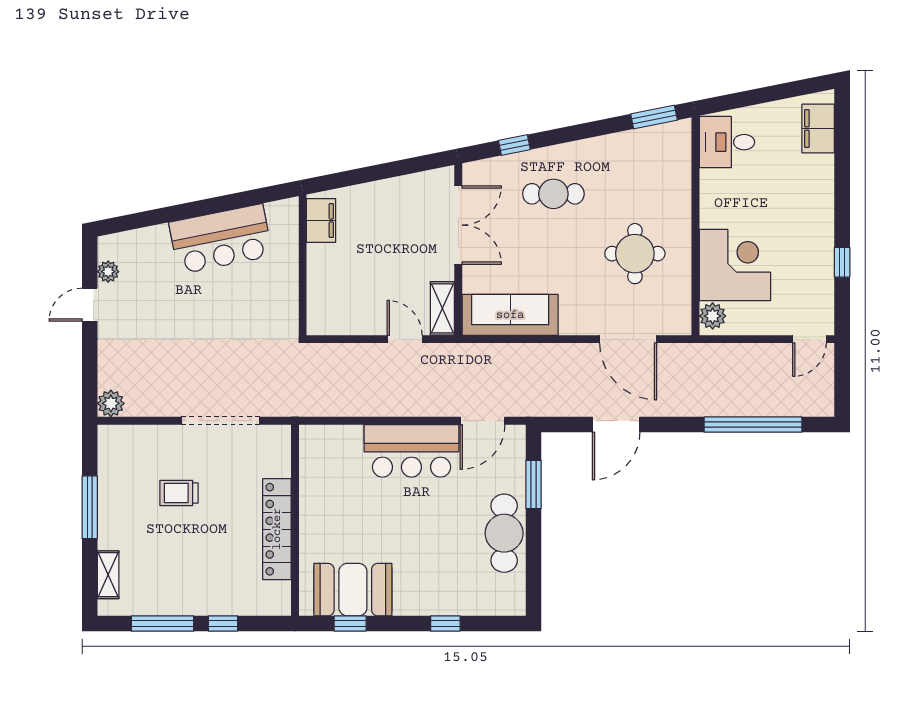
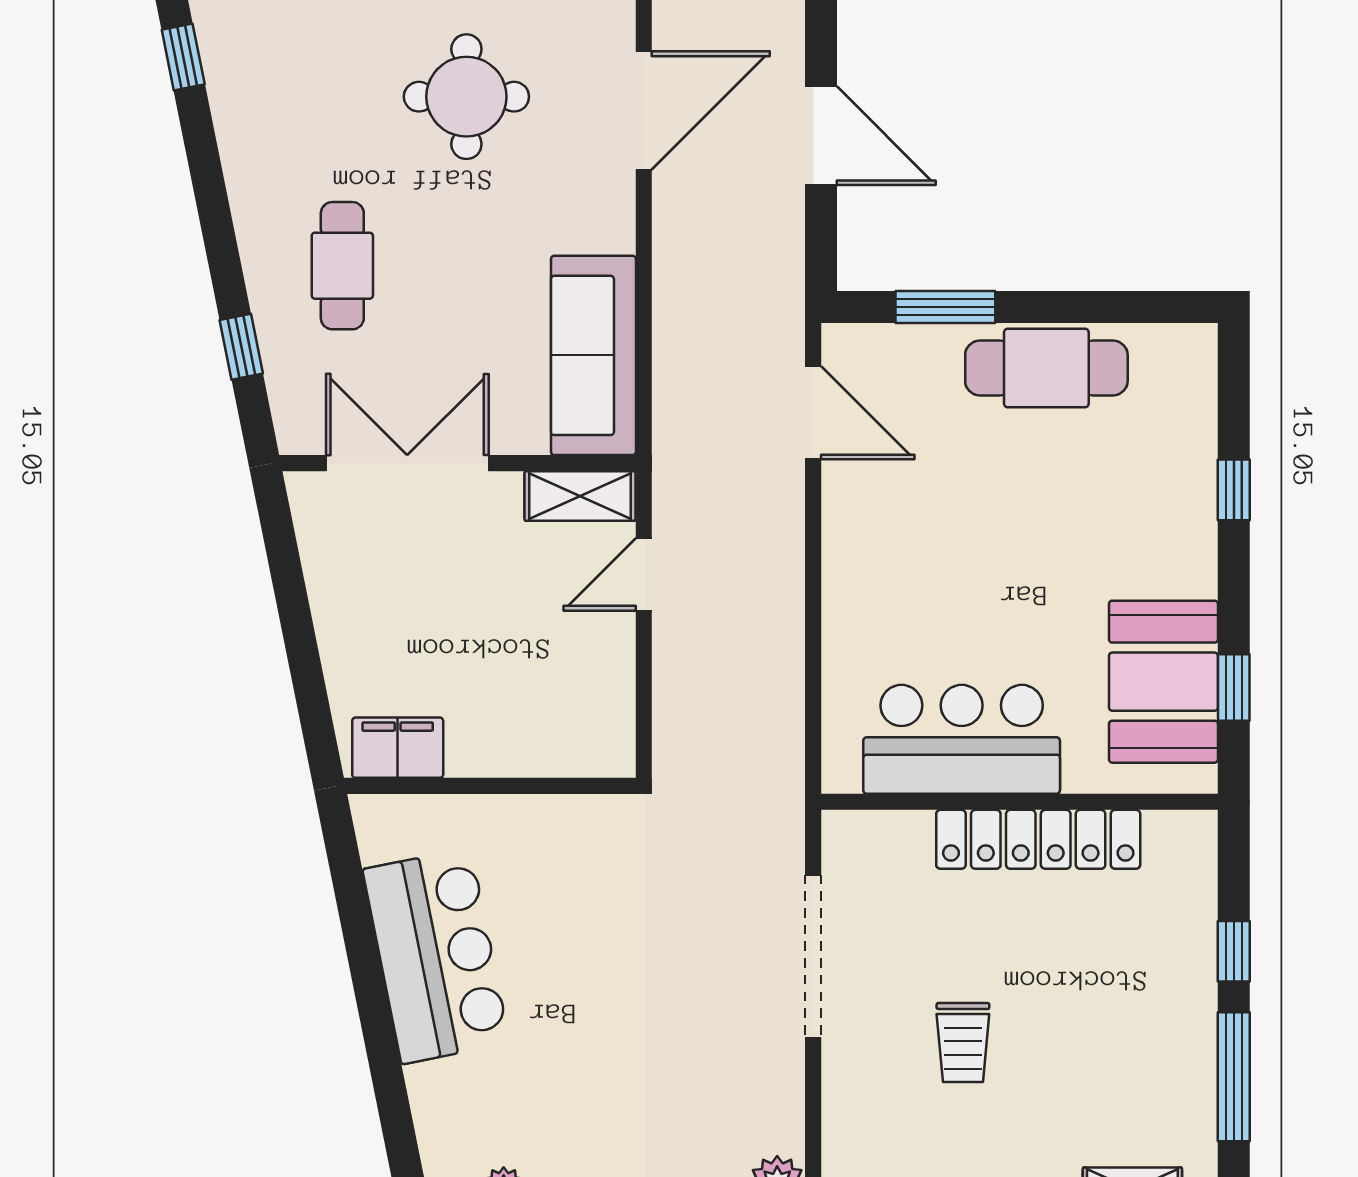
window: (654, 117) -> (183, 57), width x0.67
bar counter: (411, 451) -> (962, 739), moved, turned -90

